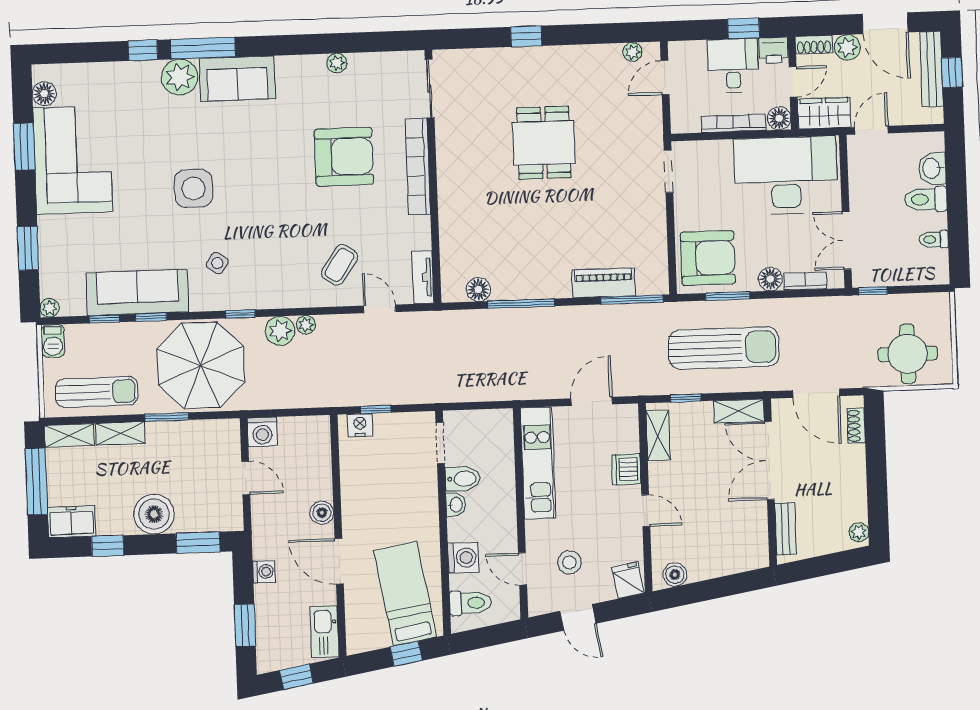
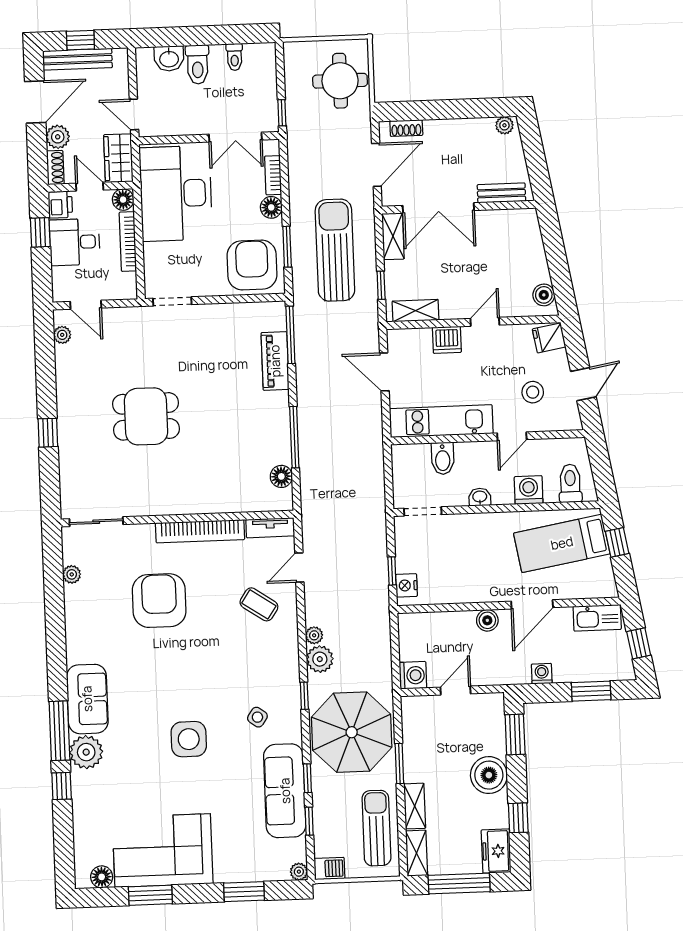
plant: (337, 63) -> (72, 574), moved
bookcase: (418, 167) -> (200, 531), moved
bidet: (463, 479) -> (443, 458), moved, turned 180
door: (523, 569) -> (512, 436), moved

